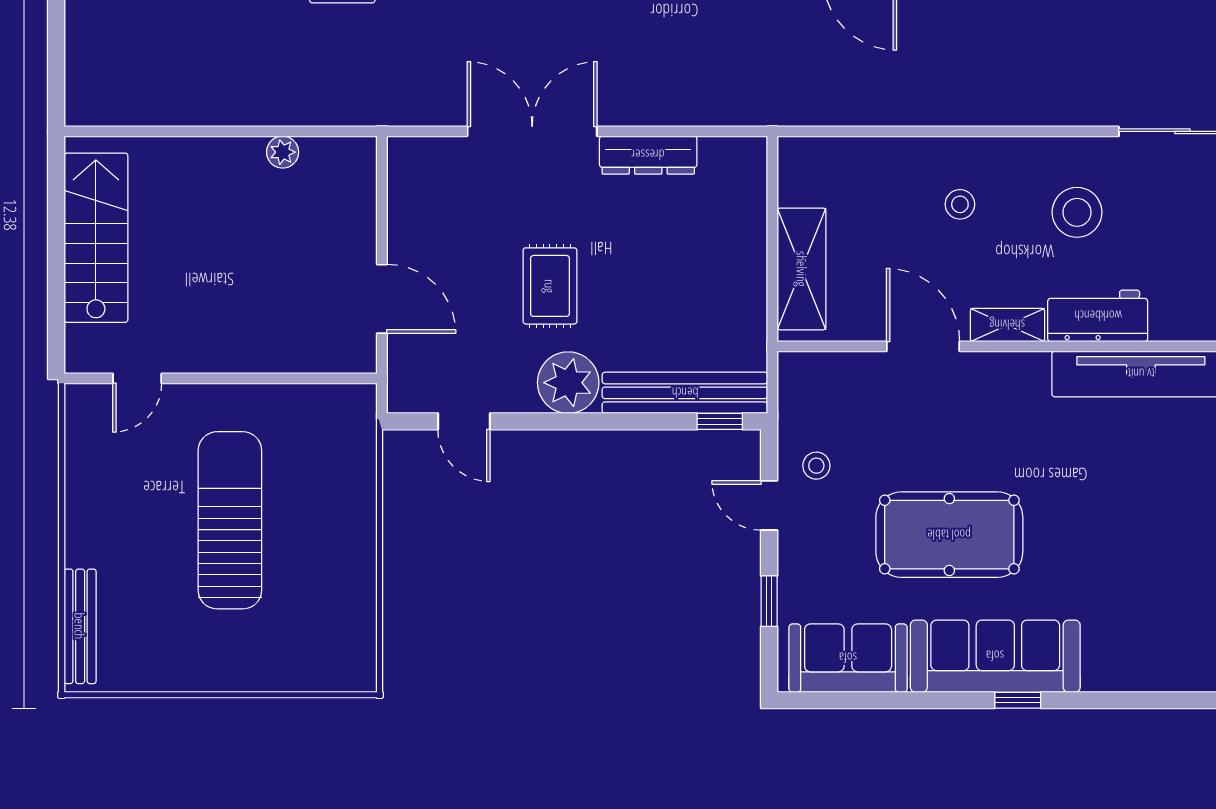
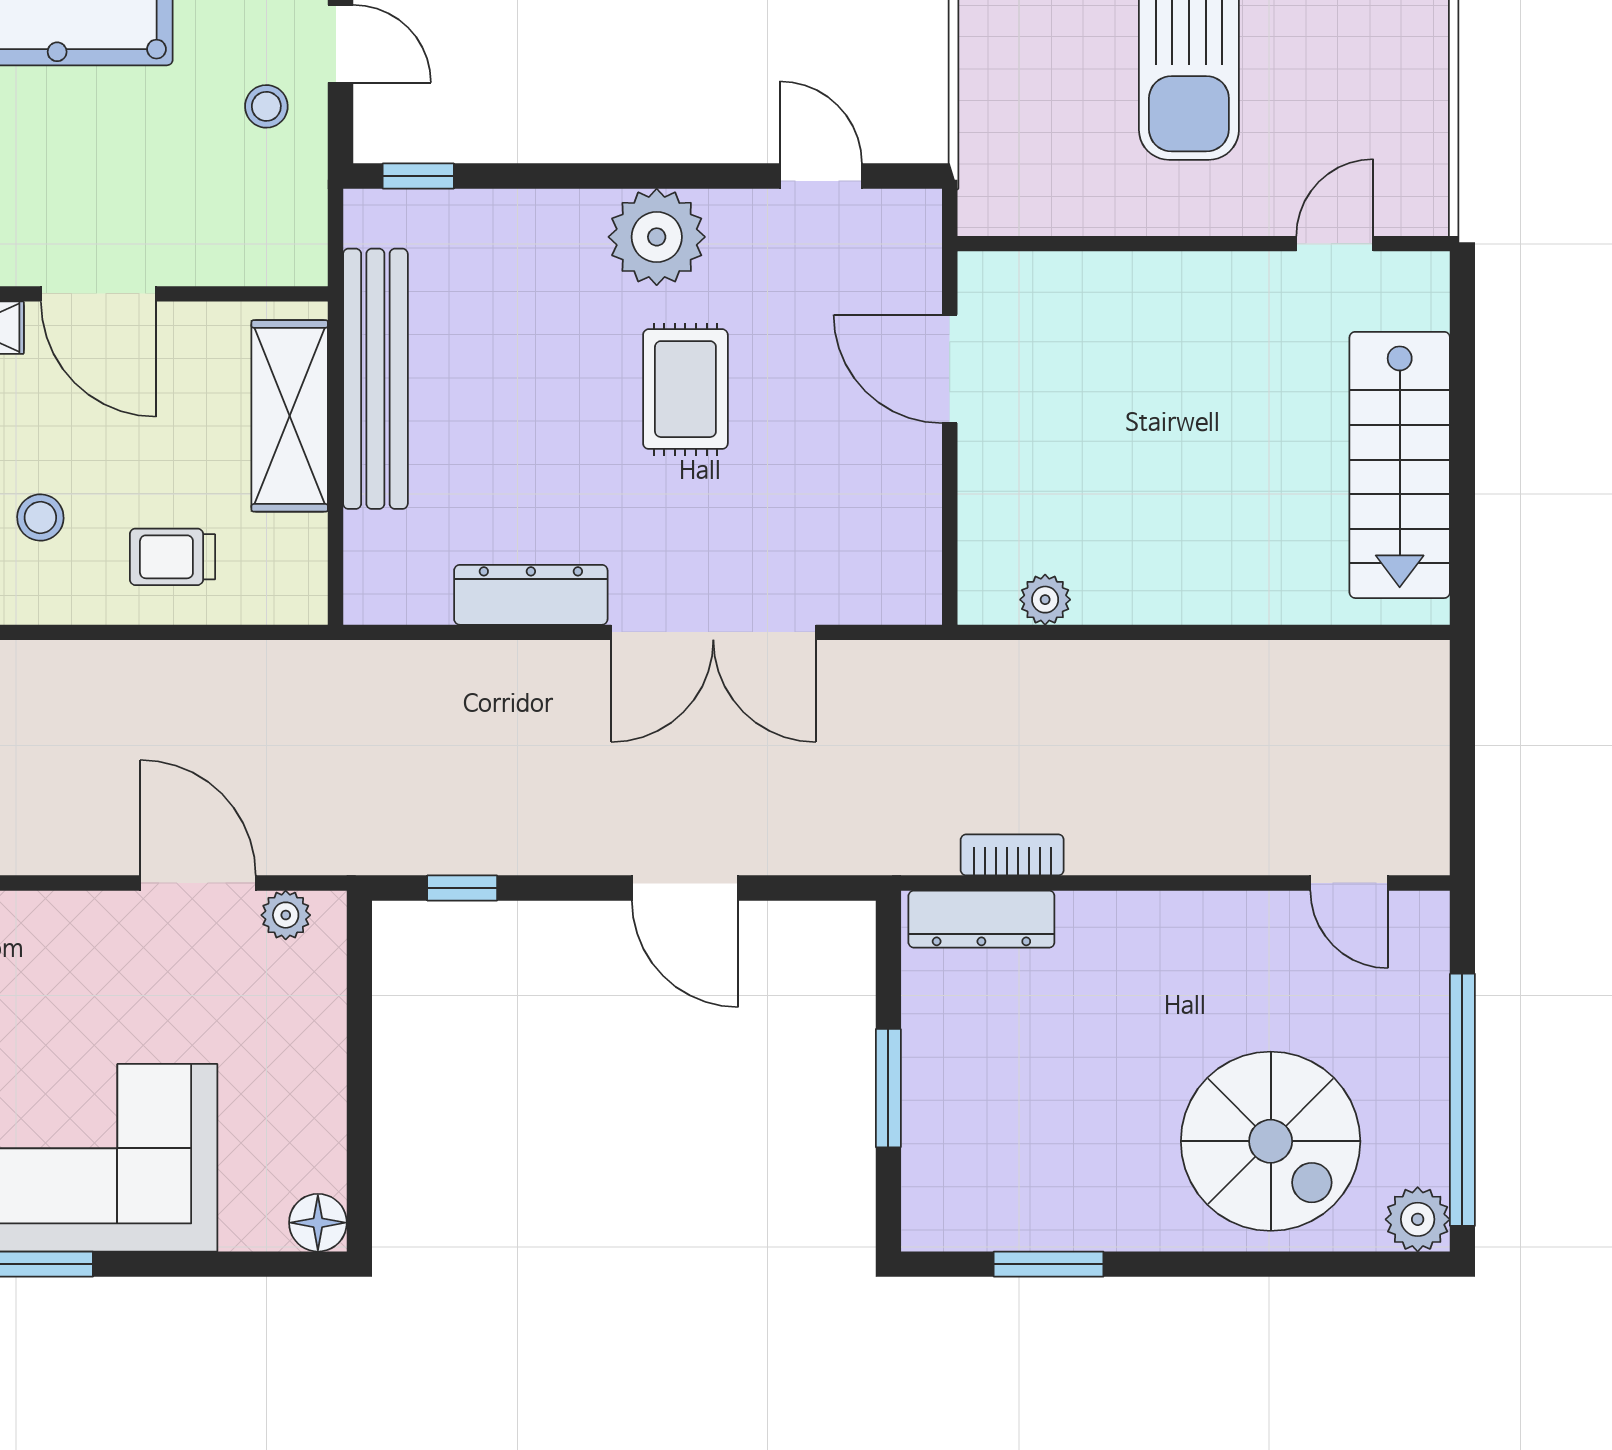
plant: (283, 152) -> (1045, 600), moved
trolley: (876, 179) -> (172, 557), added
bench: (685, 393) -> (375, 379), moved, turned 90

